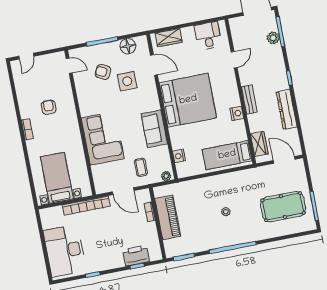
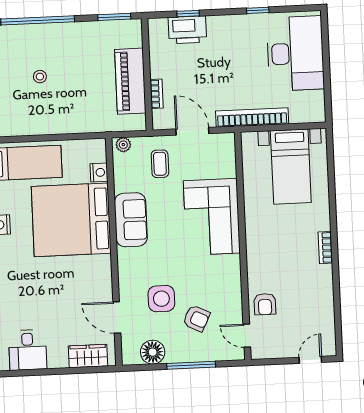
bed: (188, 100) -> (71, 220), moved
armchair: (49, 107) -> (265, 304), moved

